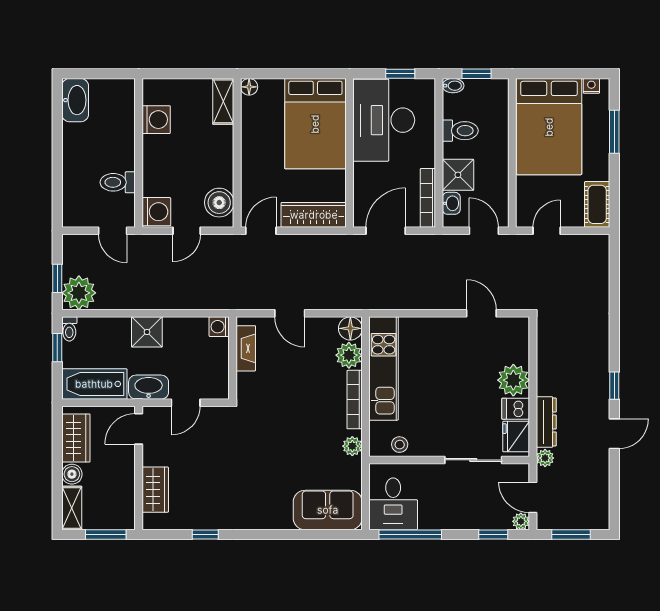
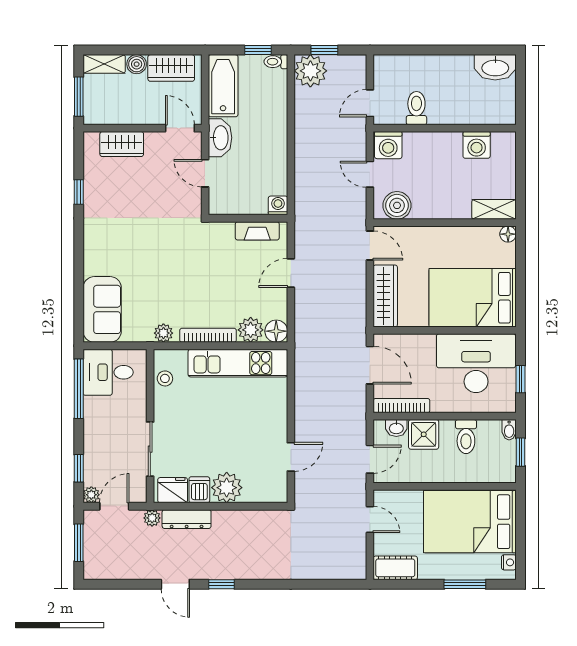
shower: (147, 332) -> (273, 136), removed

